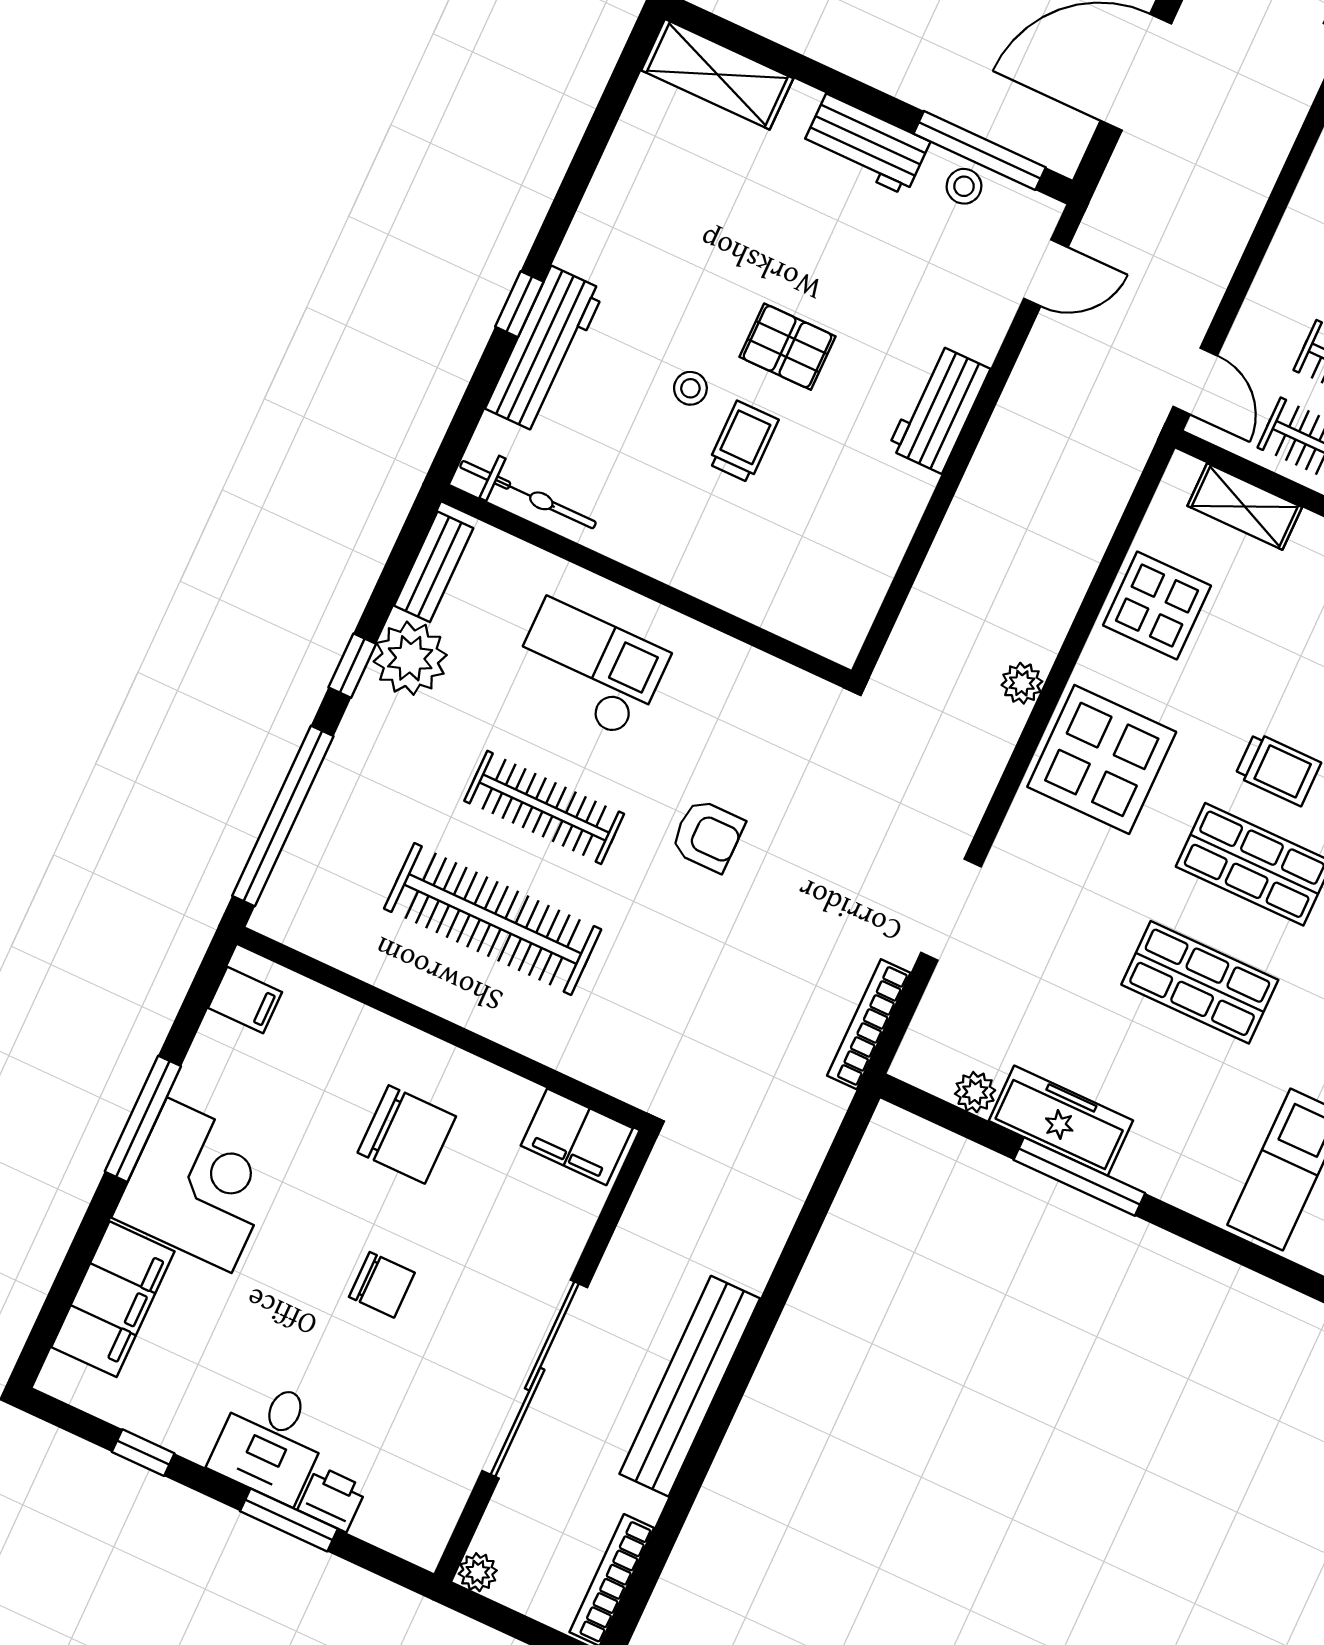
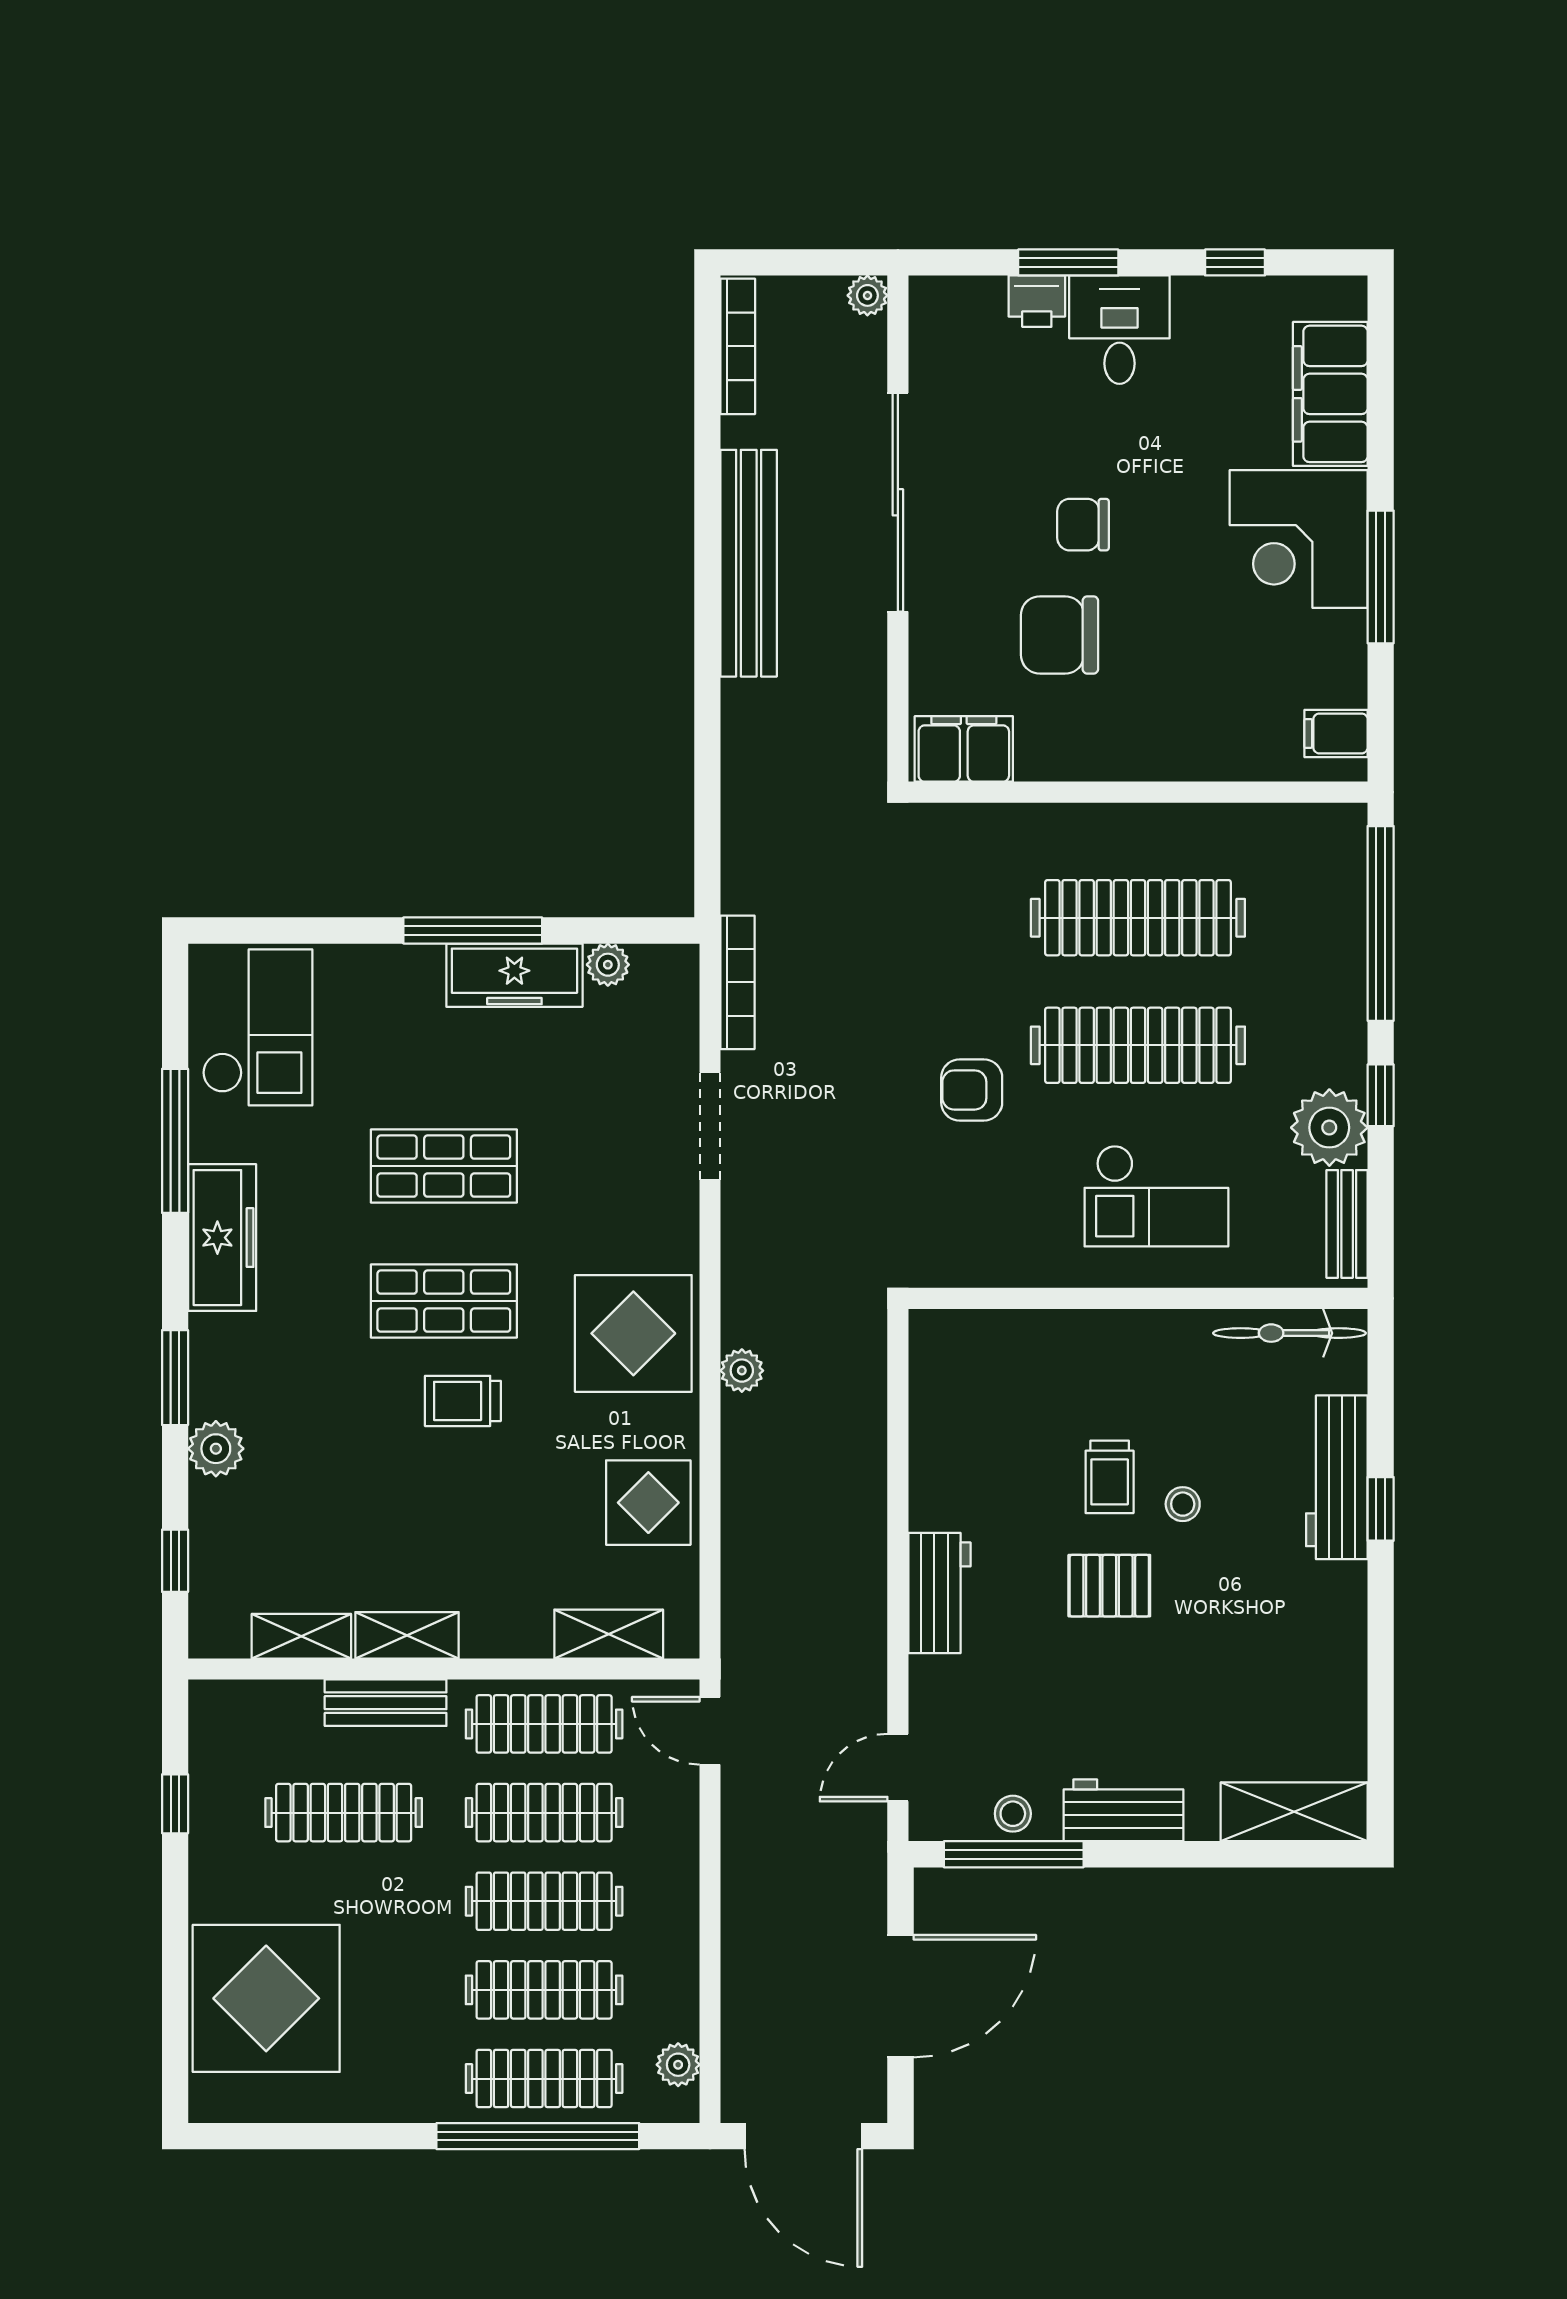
clothes rail: (544, 807) -> (1138, 1045), width x1.37, depth x1.31
chair: (407, 1134) -> (1059, 635), moved

